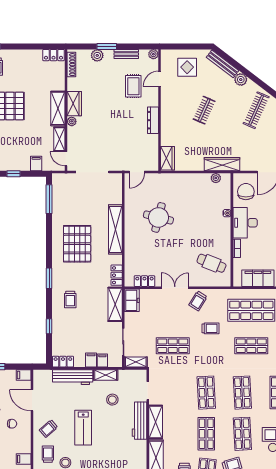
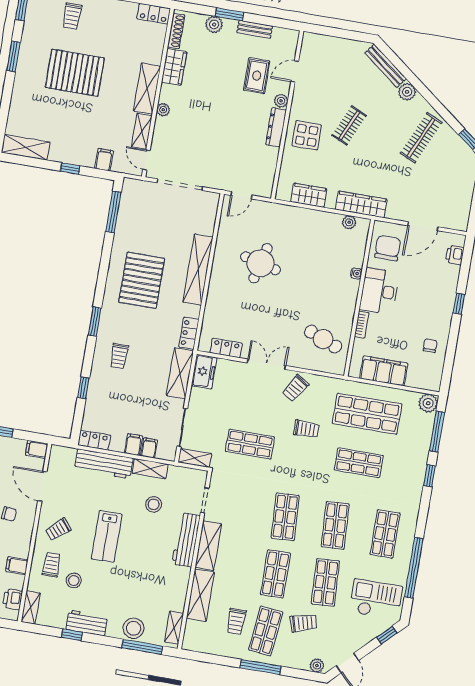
plant: (153, 54) -> (281, 101), moved
display table: (187, 67) -> (307, 135), moved
wardrobe: (74, 104) -> (174, 67), moved
wardrobe: (168, 158) -> (309, 195), moved, turned -90

